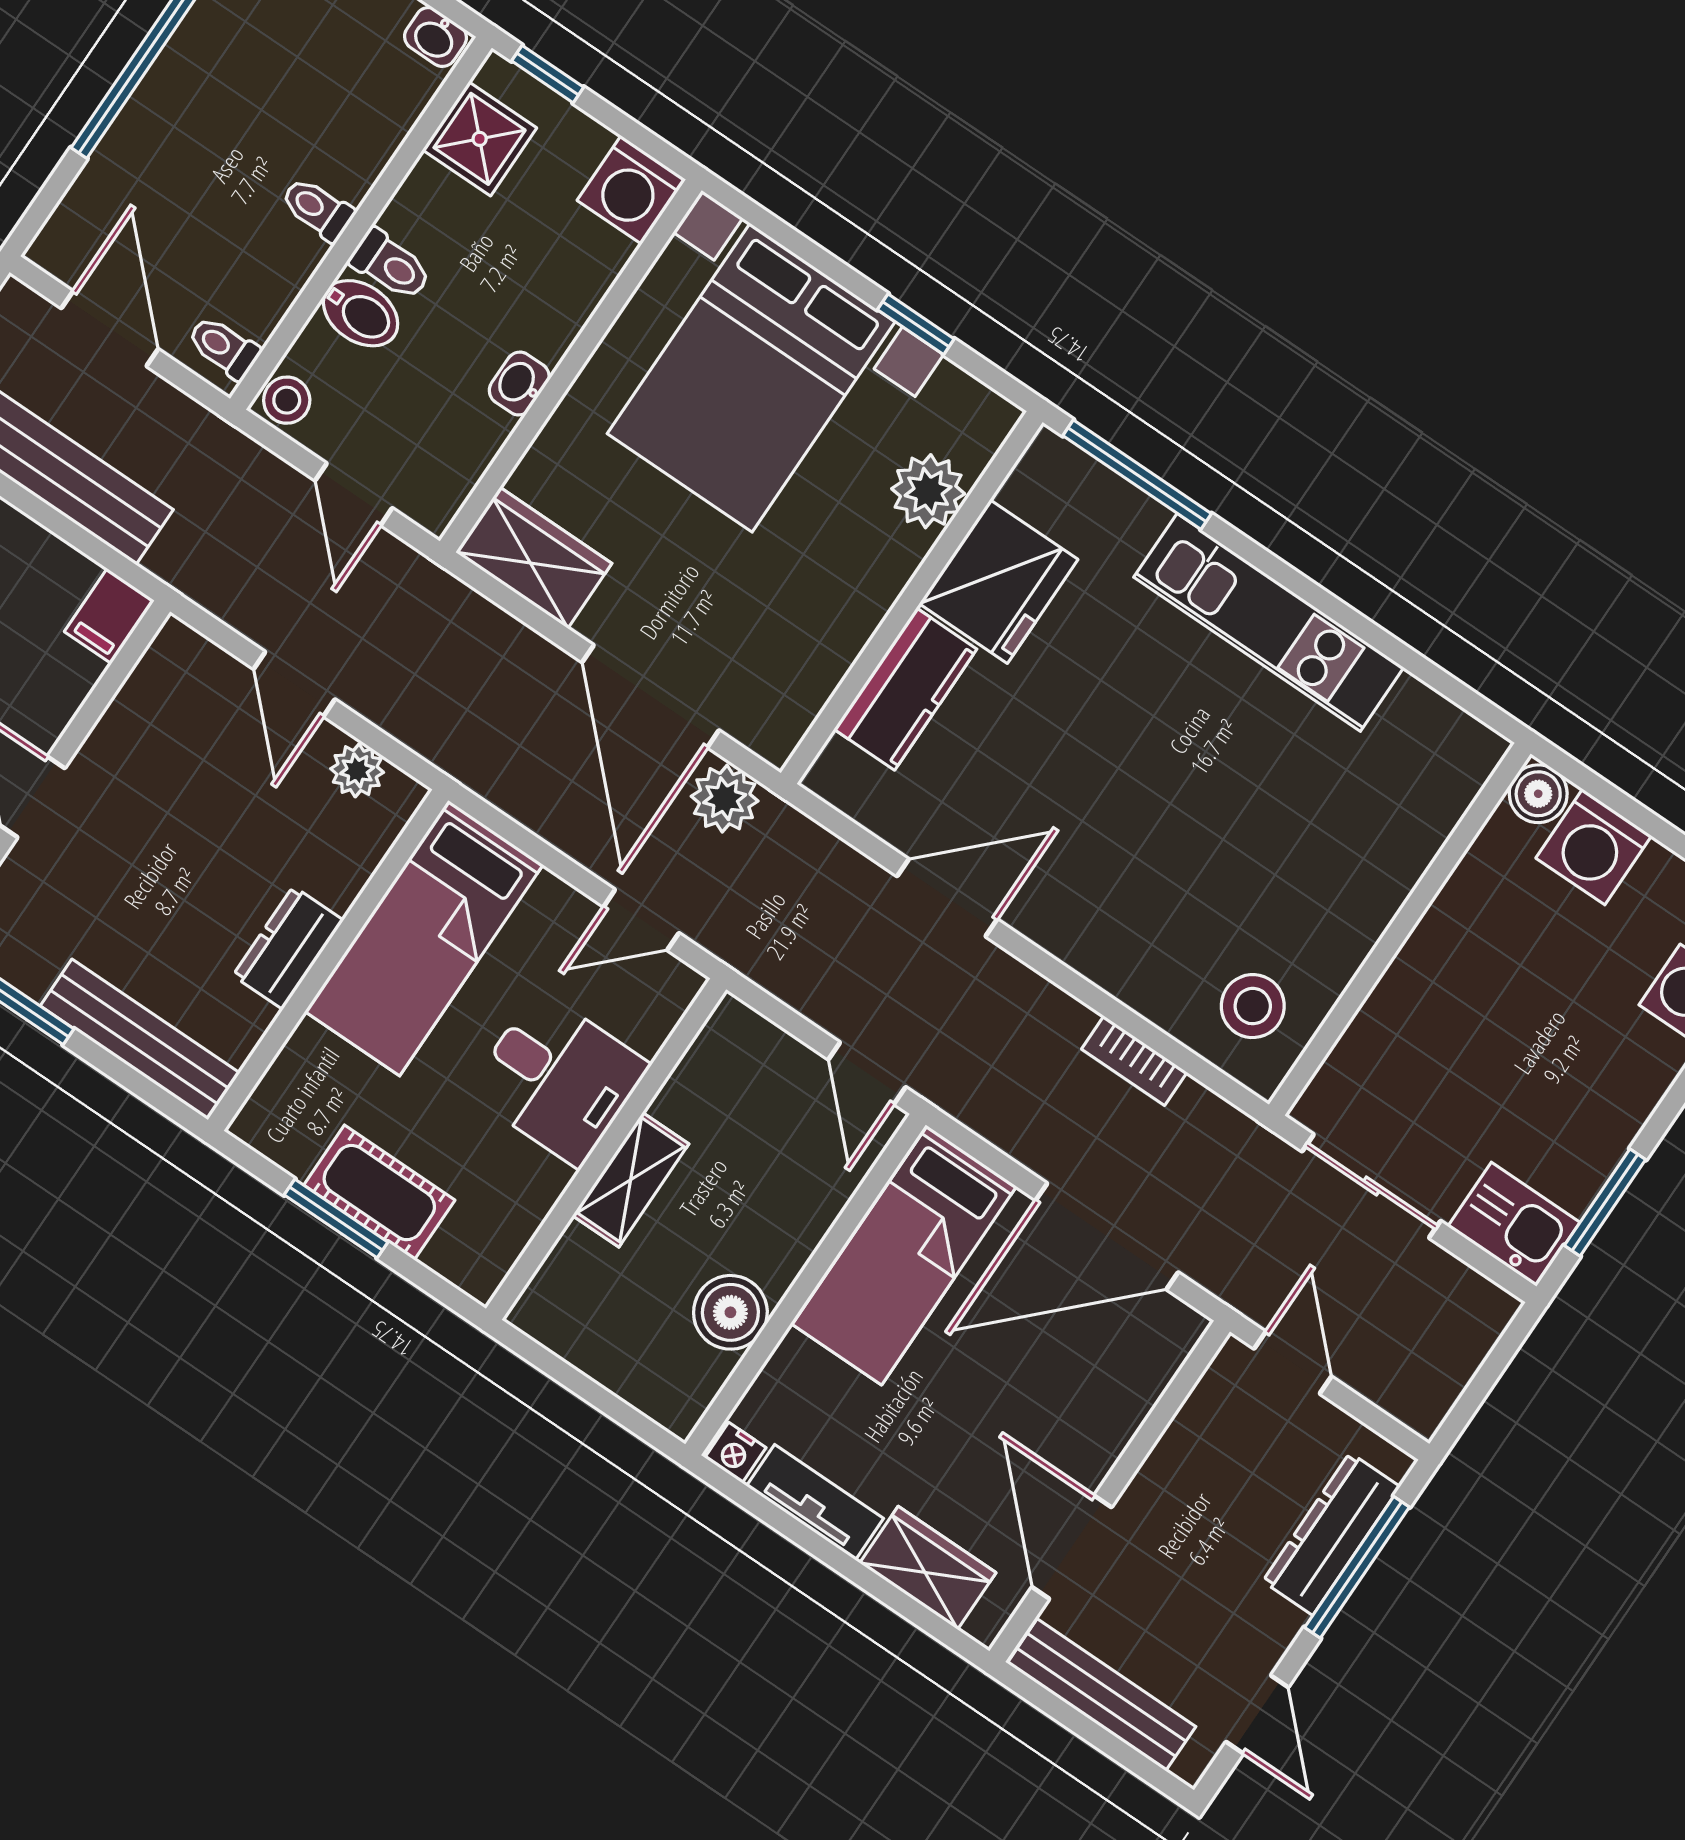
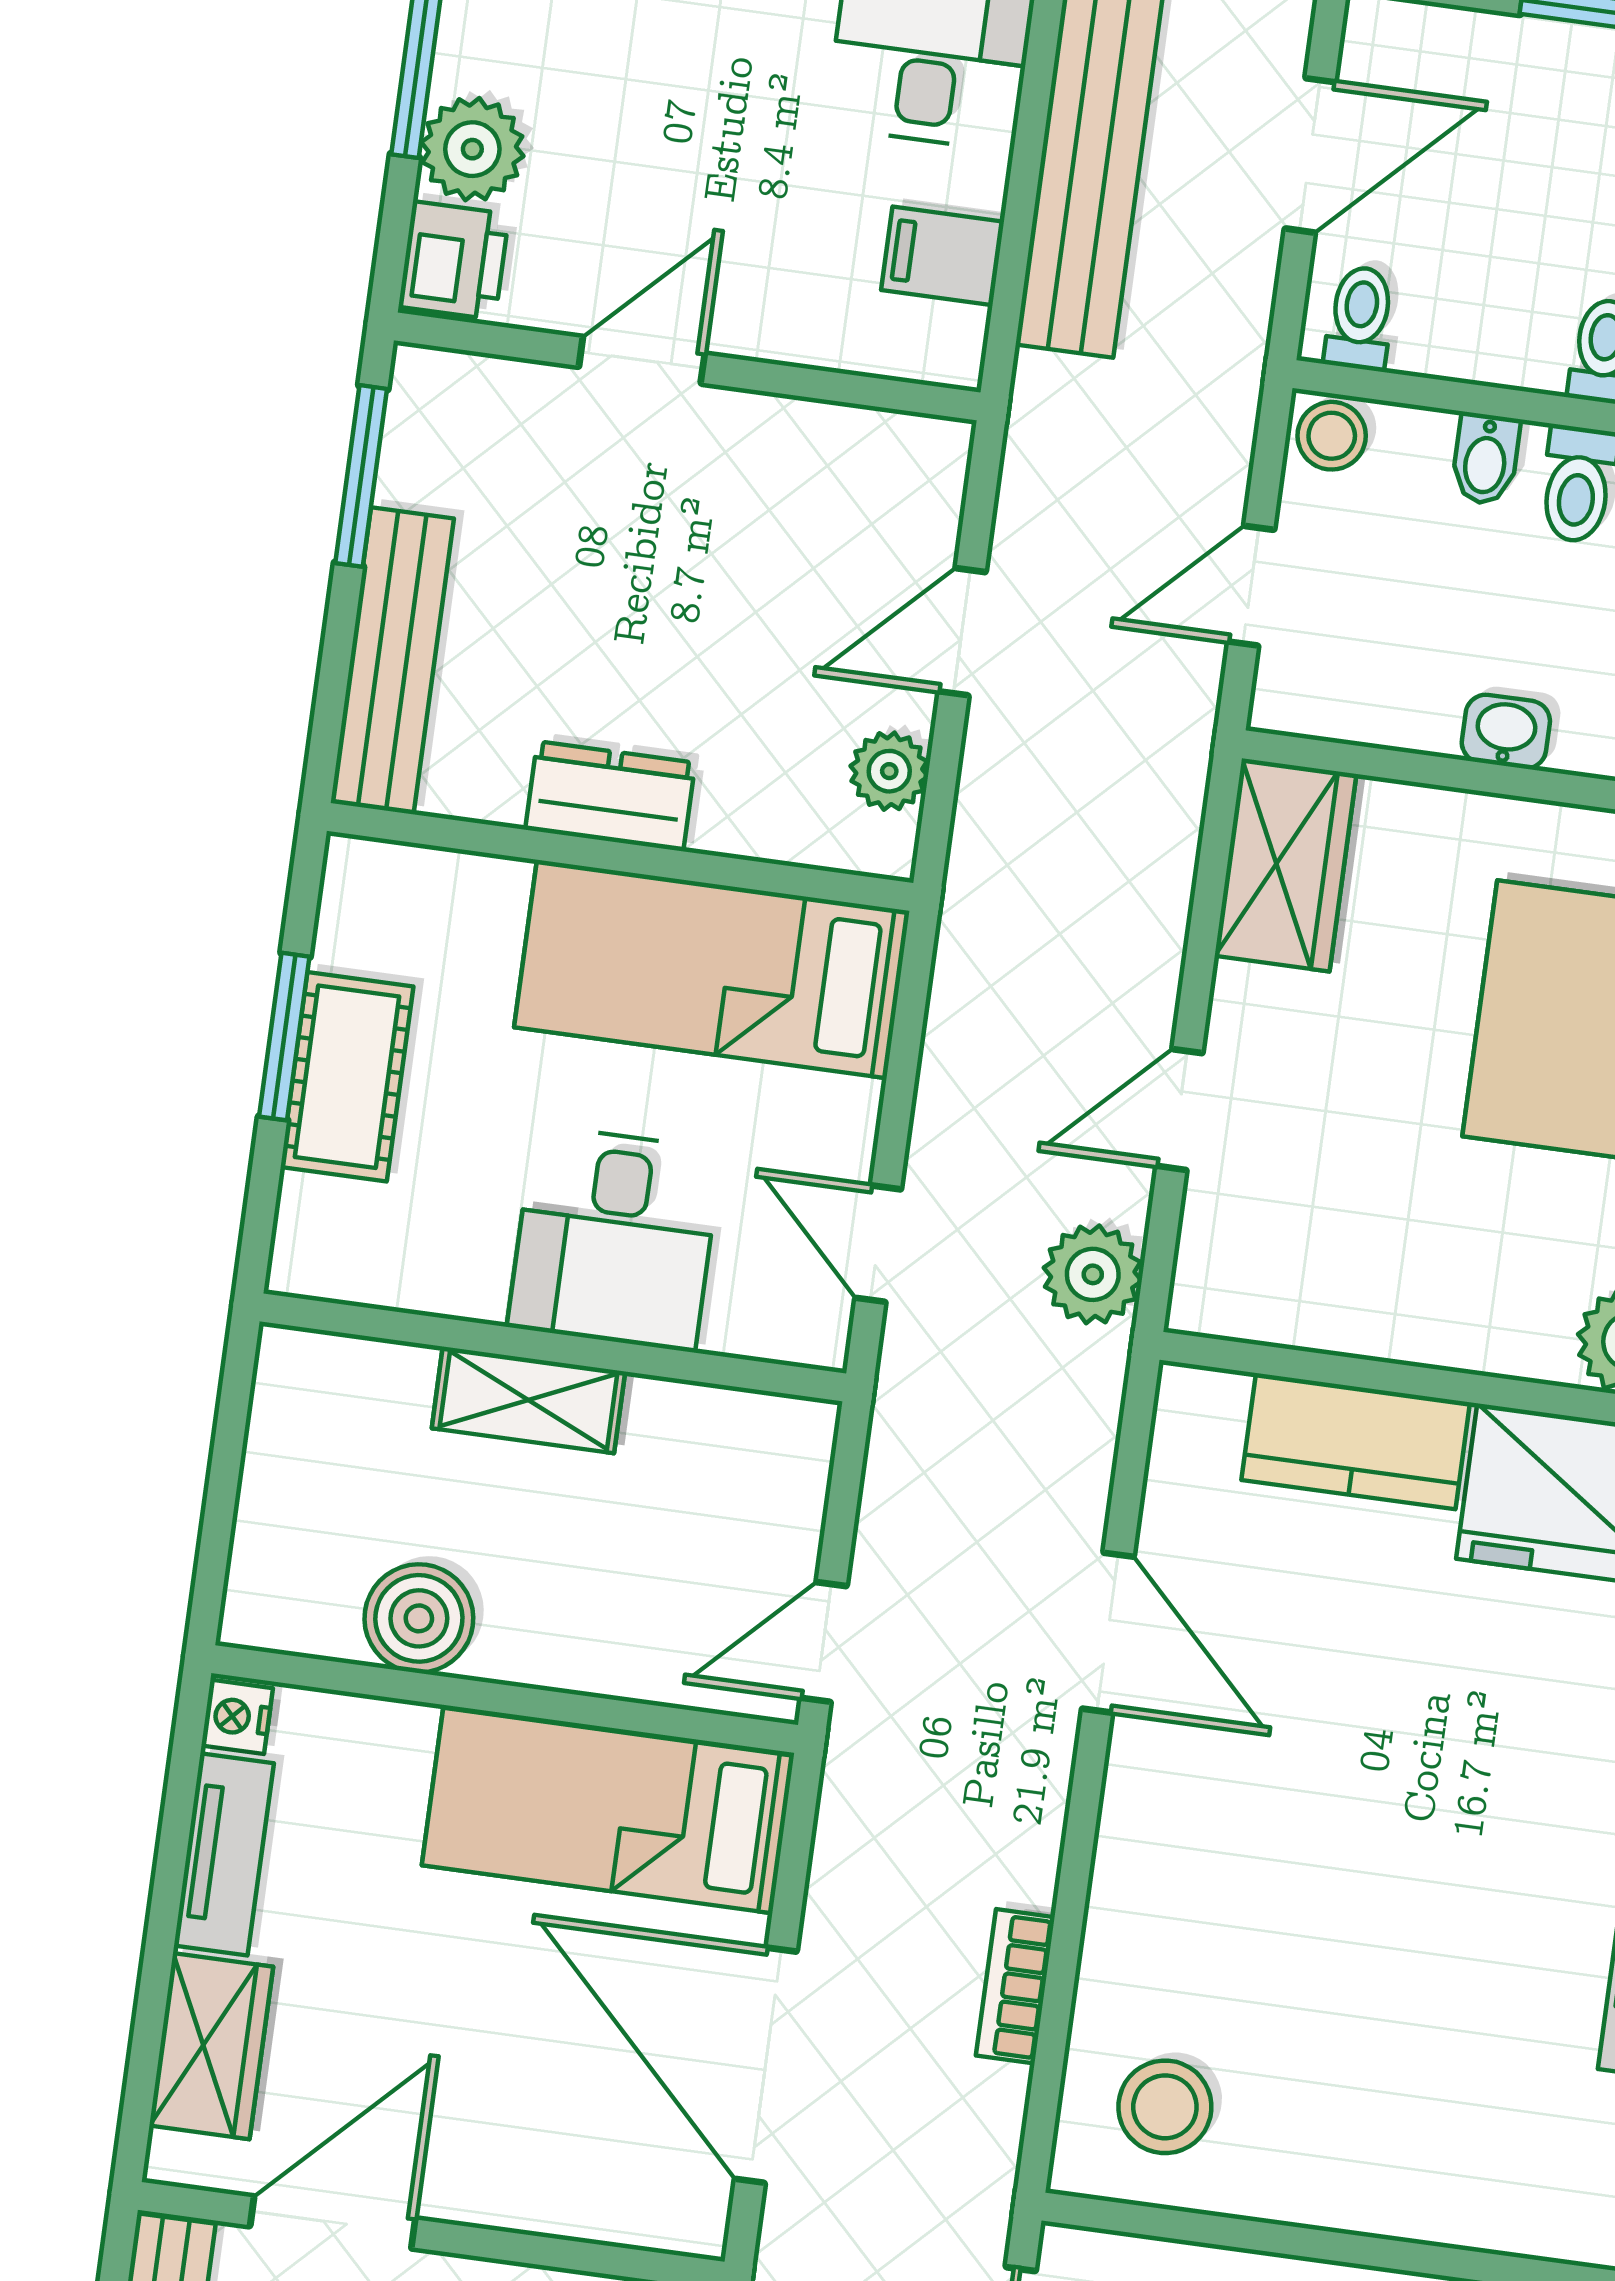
bidet: (361, 313) -> (1486, 459), width x0.72, depth x0.74
filing cabinet: (109, 616) -> (943, 256), moved
door: (651, 696) -> (1179, 1110), width x0.53

